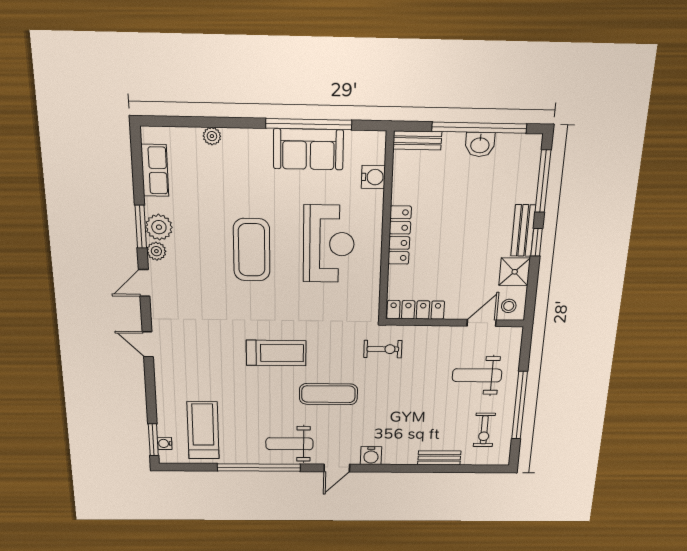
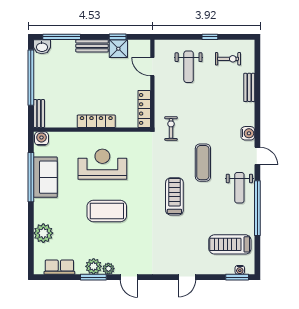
plant: (212, 136) -> (43, 233), width x1.88, depth x1.88
washbasin: (480, 145) -> (42, 47), moved, turned 90
water cooler: (373, 177) -> (41, 139), moved
window: (537, 242) -> (118, 37), moved
stool: (509, 306) -> (141, 50), removed
door: (148, 344) -> (187, 277), moved
window: (520, 405) -> (210, 37), width x0.32

